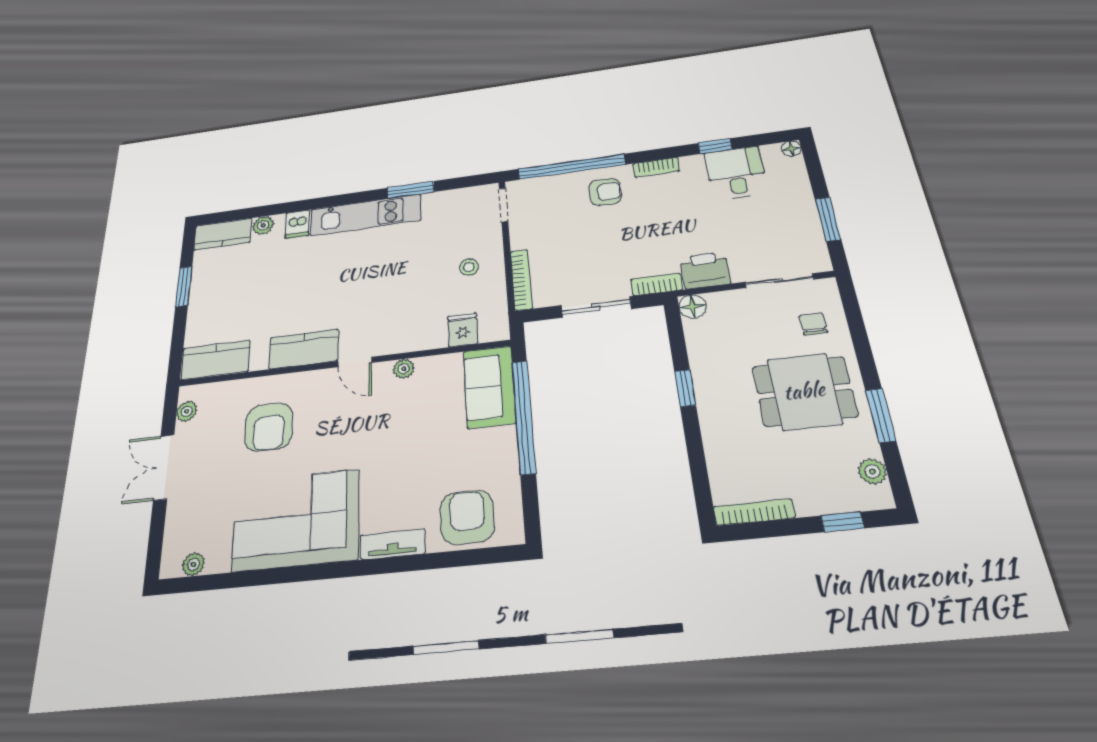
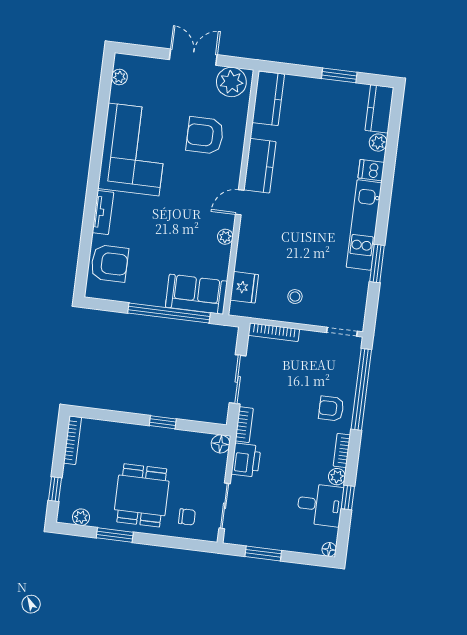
plant: (692, 164) -> (337, 477), added
armchair: (605, 192) -> (331, 408), turned 90
fridge: (463, 330) -> (244, 287), width x1.38
plant: (187, 411) -> (231, 82), width x1.87, depth x1.87

